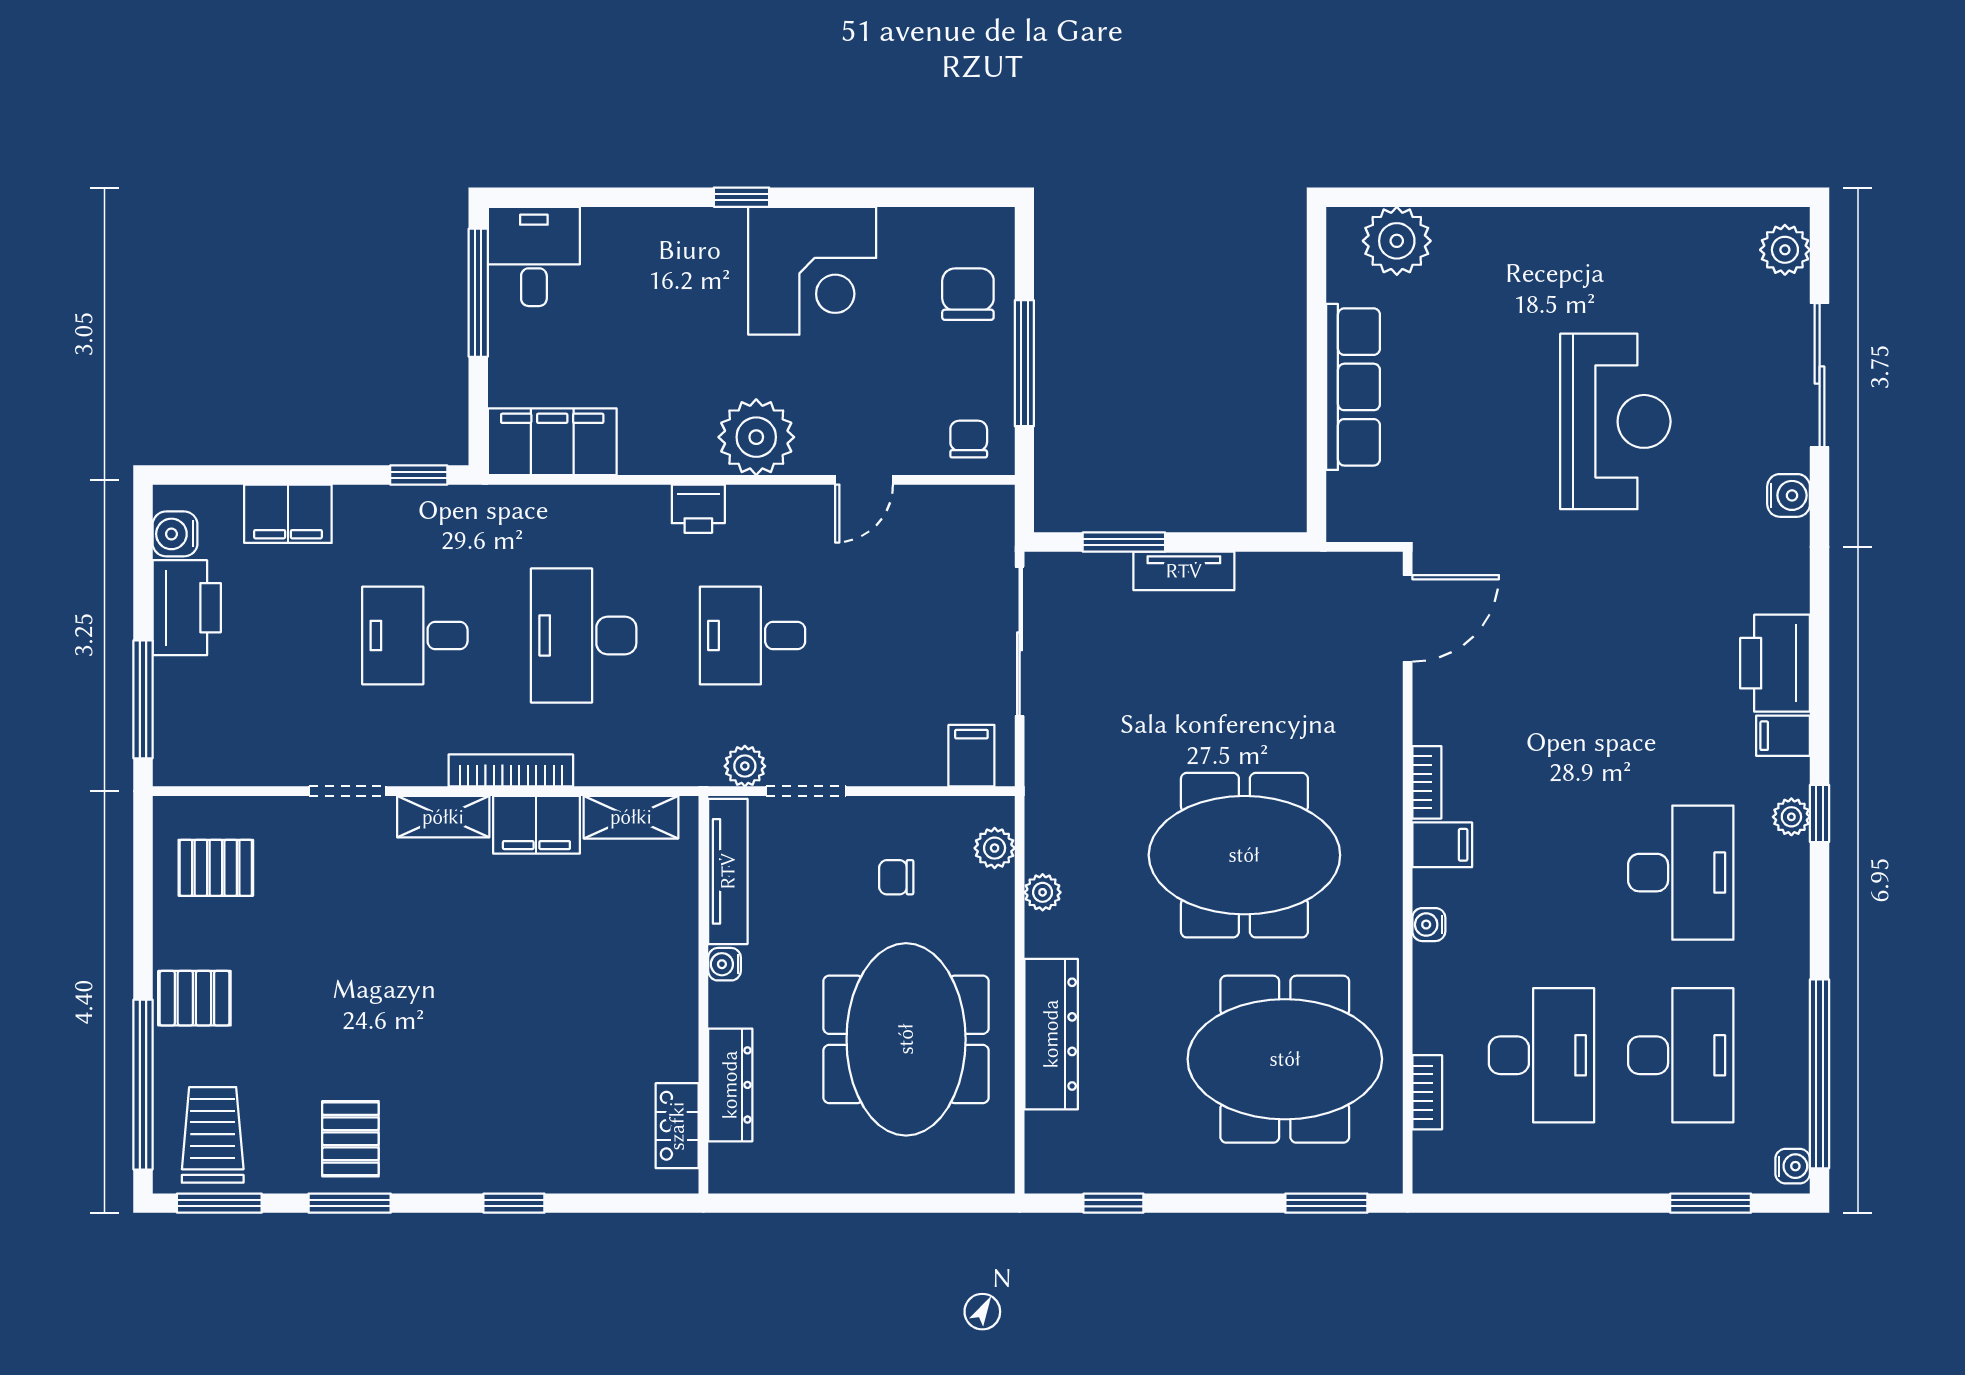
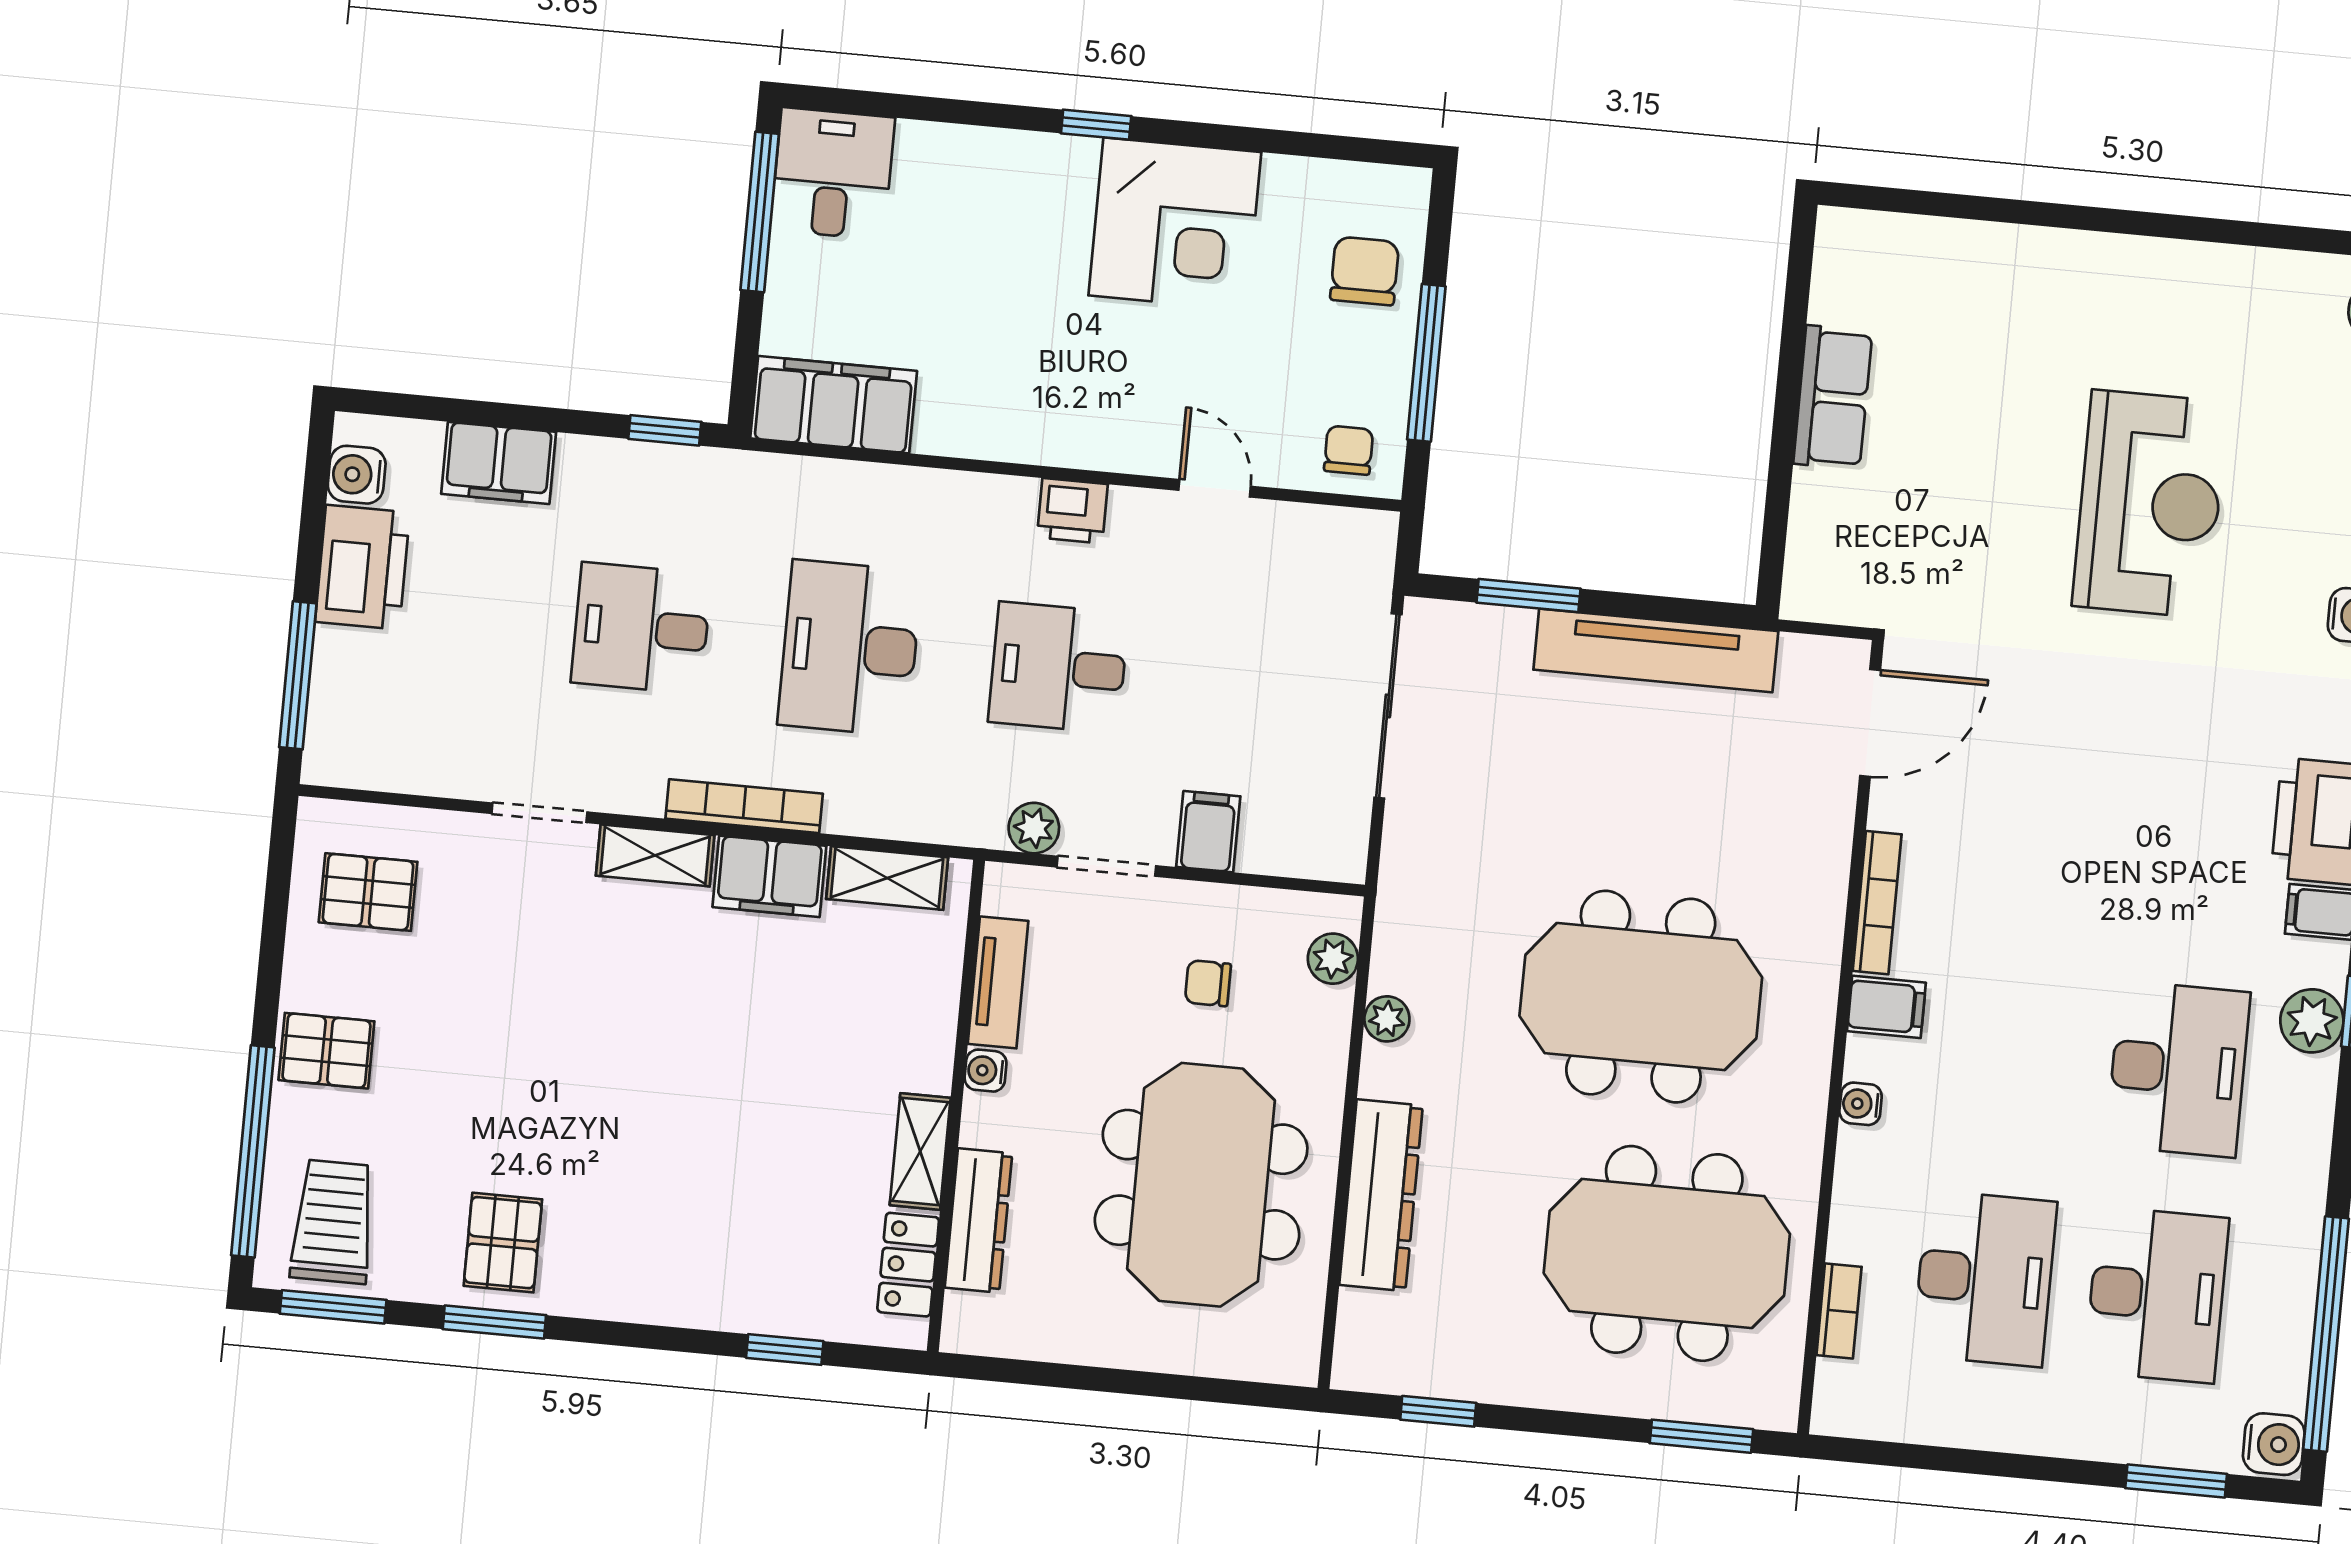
plant: (1397, 241) -> (1901, 255), removed
row of seats: (1353, 387) -> (1833, 397), width x0.68
plant: (756, 437) -> (1086, 423), removed
door: (864, 480) -> (1215, 488), swing flipped
printer: (698, 509) -> (1072, 511), moved
tv unit: (1184, 571) -> (1656, 650), width x1.92, depth x1.29
filing cabinet: (971, 756) -> (1208, 832), moved
bookcase: (1427, 782) -> (1877, 903), width x1.56
plant: (1791, 817) -> (2312, 1021), width x1.38, depth x1.38
tv unit: (728, 871) -> (998, 982), width x0.71
shelving: (678, 1034) -> (920, 1152), added
water cooler: (1793, 1166) -> (2274, 1444), width x1.38, depth x1.38
window: (514, 1203) -> (785, 1350), moved

